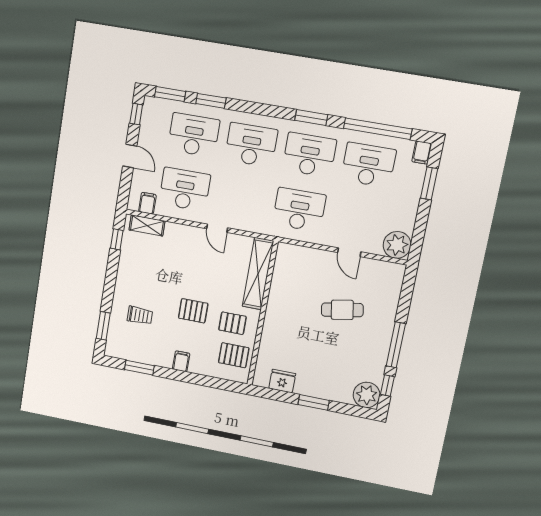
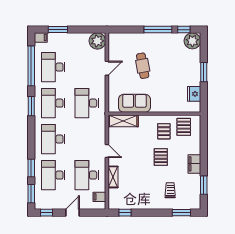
shelving: (147, 225) -> (113, 177), moved
door: (217, 228) -> (107, 151), hinge flipped
shelving: (258, 274) -> (123, 121), width x0.68
sofa: (285, 286) -> (134, 103), added
filing cabinet: (181, 361) -> (194, 164), width x2.00

